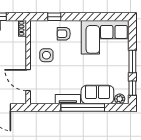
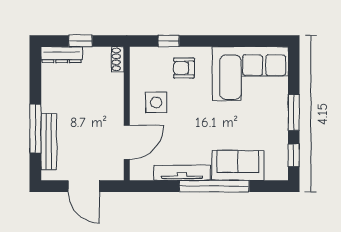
door: (28, 80) -> (127, 142), swing flipped
tv unit: (68, 99) -> (182, 173), width x1.41
plant: (120, 99) -> (273, 172), removed

